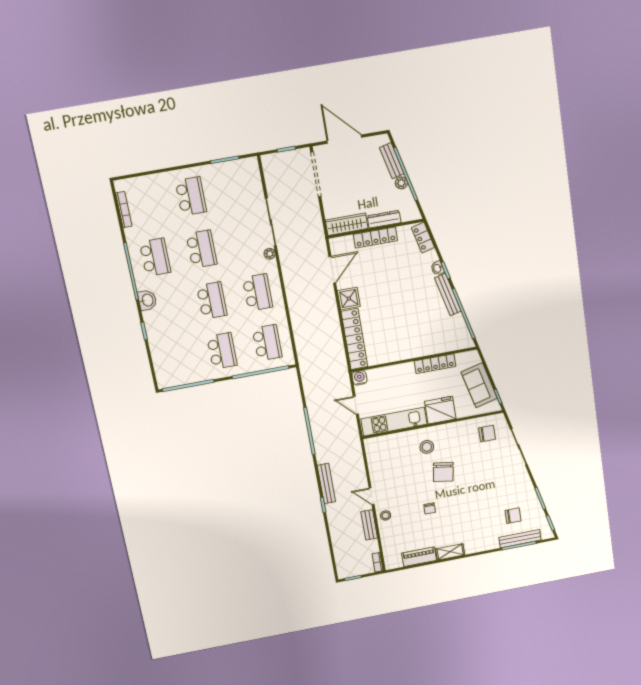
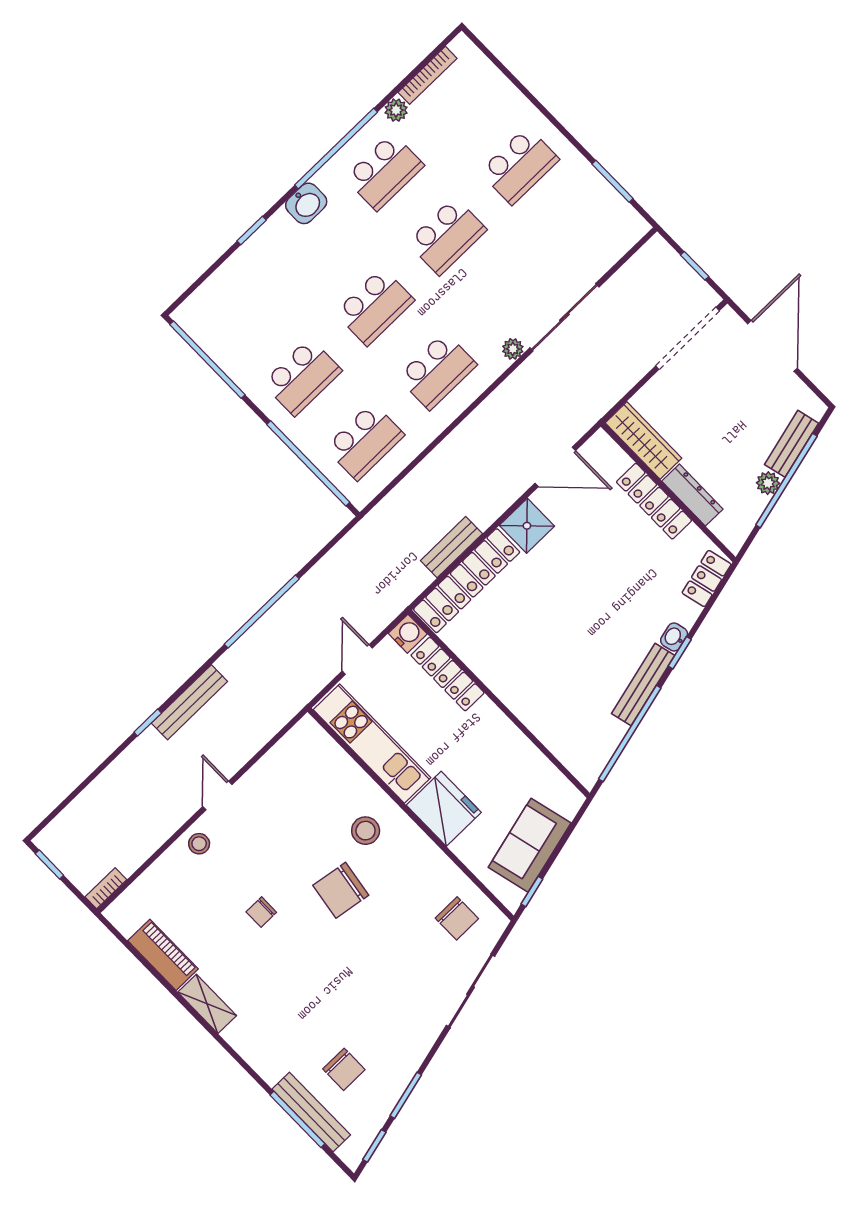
plant: (131, 234) -> (396, 110), added
locker: (435, 364) -> (448, 674), moved
bench: (369, 525) -> (451, 547), moved

